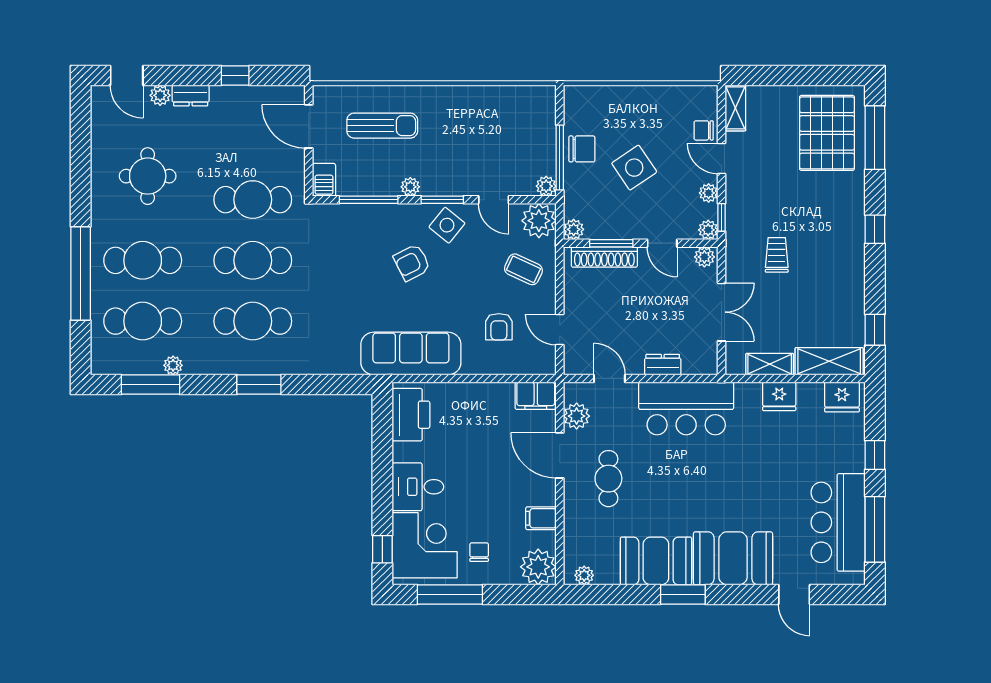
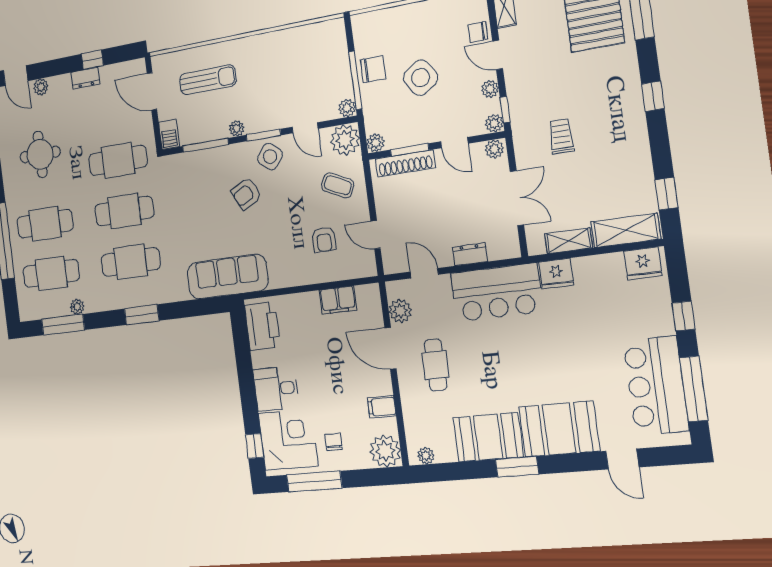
dresser: (191, 95) -> (85, 78), moved
sofa: (411, 354) -> (227, 277), moved
filing cabinet: (536, 396) -> (338, 300), moved
fridge: (779, 396) -> (556, 273), moved

